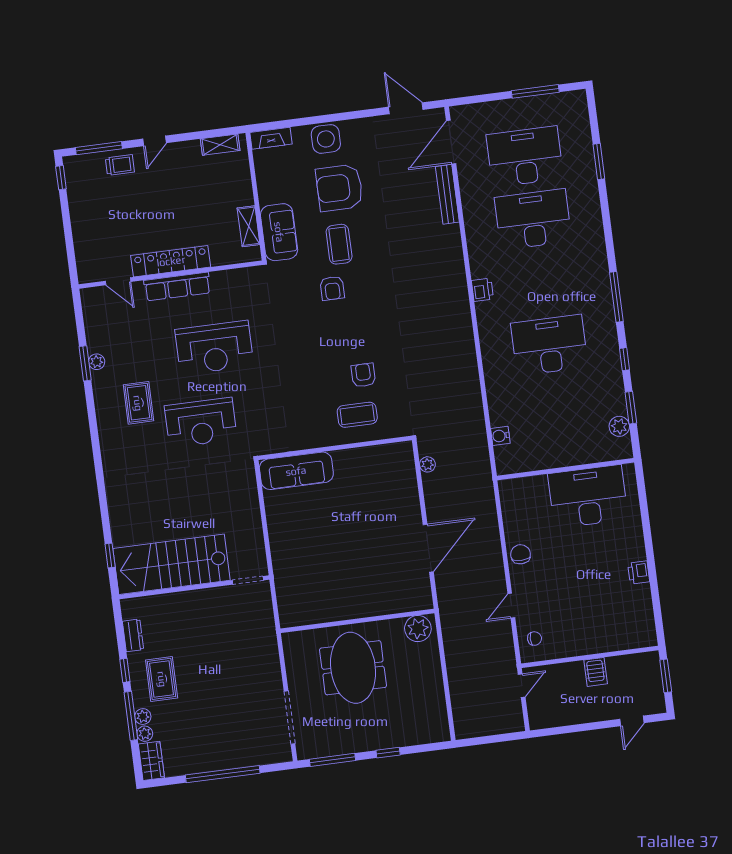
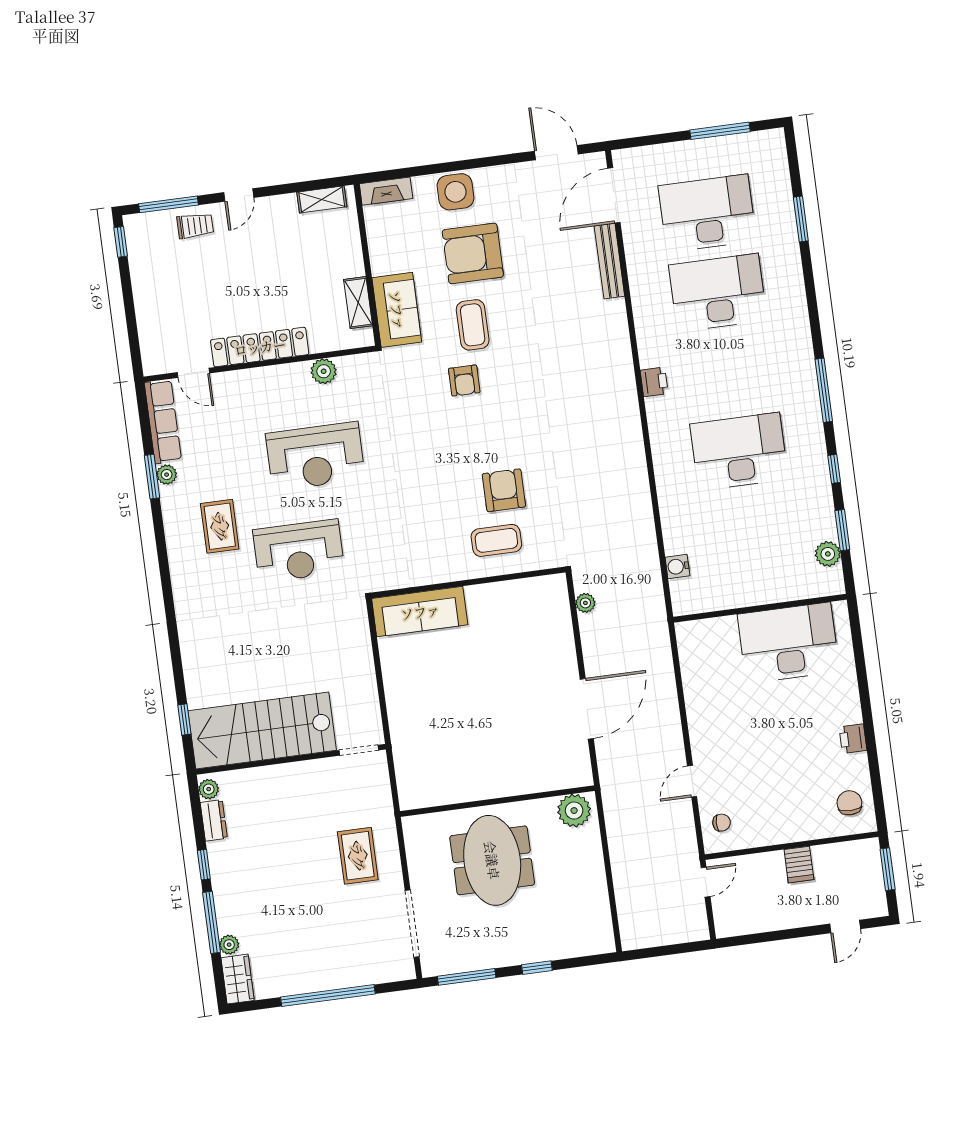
plant: (221, 280) -> (324, 371), added
row of seats: (177, 287) -> (163, 421), moved, turned -90
armchair: (363, 375) -> (504, 490), width x1.38, depth x1.38
chair: (521, 554) -> (849, 803), moved
rug: (162, 679) -> (358, 856), moved
plant: (143, 717) -> (209, 789), moved

